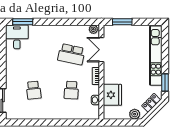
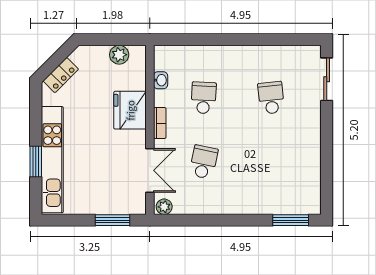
desk: (17, 37) -> (301, 193), removed
school desk: (71, 54) -> (204, 162), width x0.54
window: (165, 83) -> (36, 161), moved
fridge: (112, 95) -> (130, 110), moved
plant: (135, 114) -> (119, 55), moved

